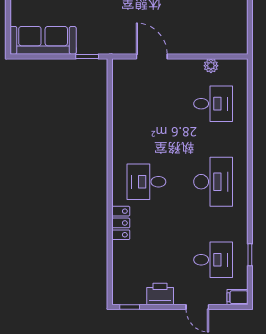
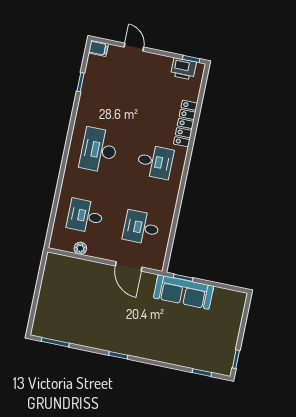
sofa: (43, 40) -> (184, 292), moved
locker: (121, 223) -> (186, 124), width x1.53
desk: (213, 260) -> (141, 228), moved
printer: (160, 294) -> (183, 69), moved

